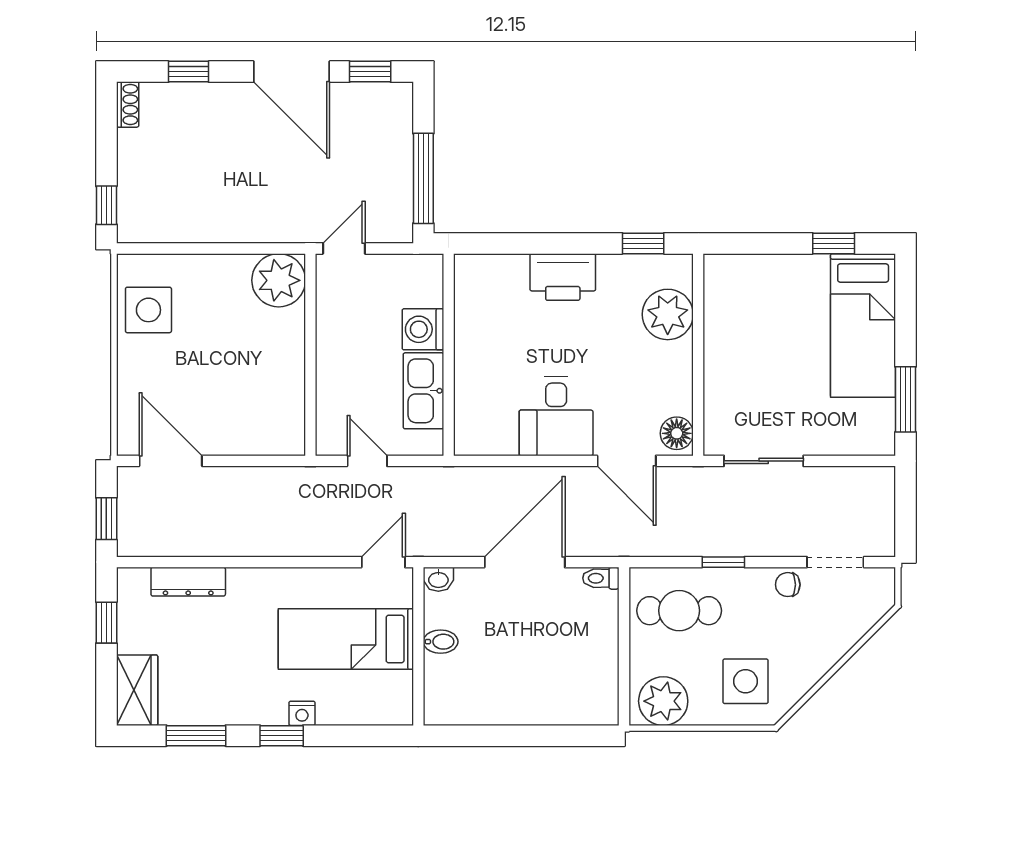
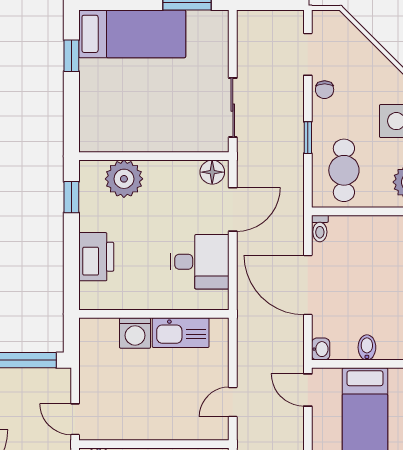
washing machine: (423, 329) -> (135, 333), moved
wall: (449, 355) -> (154, 314), moved
kitchen sink: (423, 391) -> (181, 333), moved

